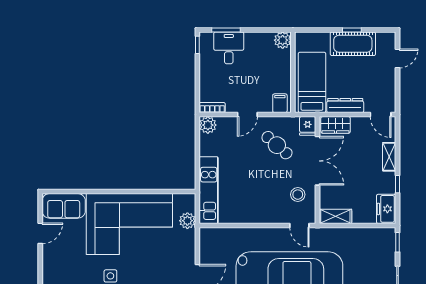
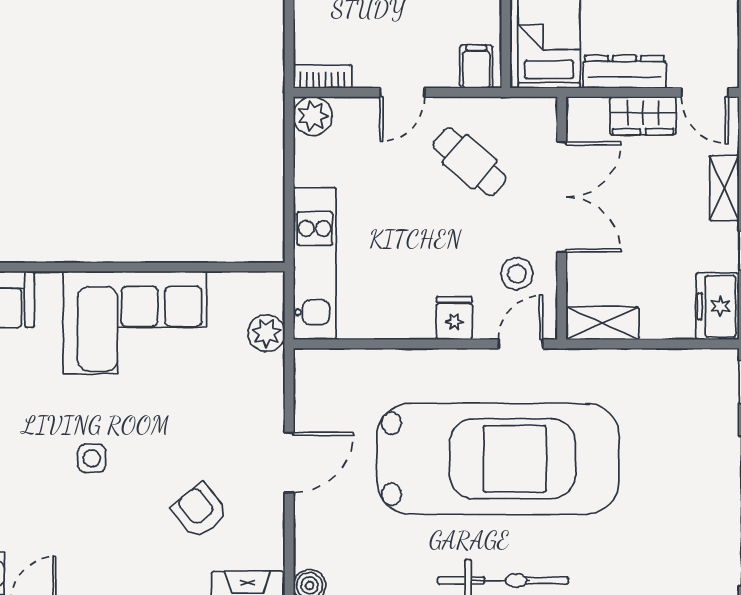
wardrobe: (336, 125) -> (643, 116), moved
fridge: (308, 126) -> (454, 318), moved, turned 180
corner sofa: (129, 224) -> (135, 322), width x0.73, depth x0.74
door: (299, 225) -> (521, 344), swing flipped

